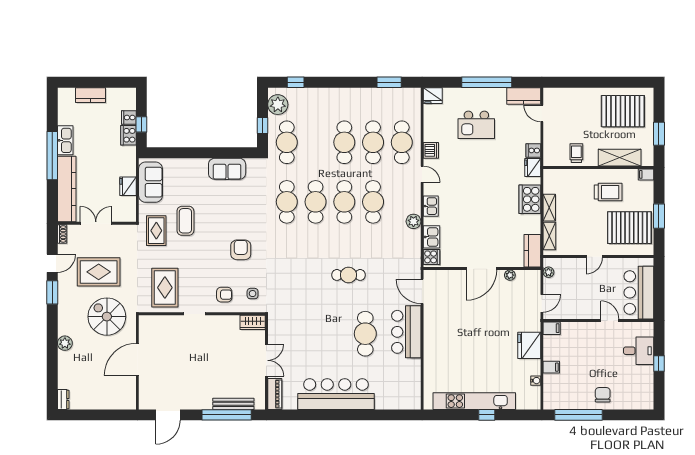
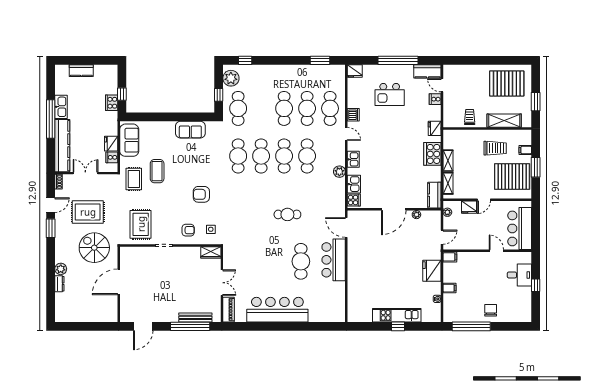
cooker: (129, 118) -> (112, 157), moved
cooker: (533, 150) -> (435, 99), moved
filing cabinet: (646, 174) -> (525, 150), moved
armchair: (241, 250) -> (201, 194), turned -90
fridge: (576, 266) -> (469, 207), added
dresser: (63, 399) -> (59, 284), moved
kitchen unit: (474, 401) -> (397, 315), width x0.73

